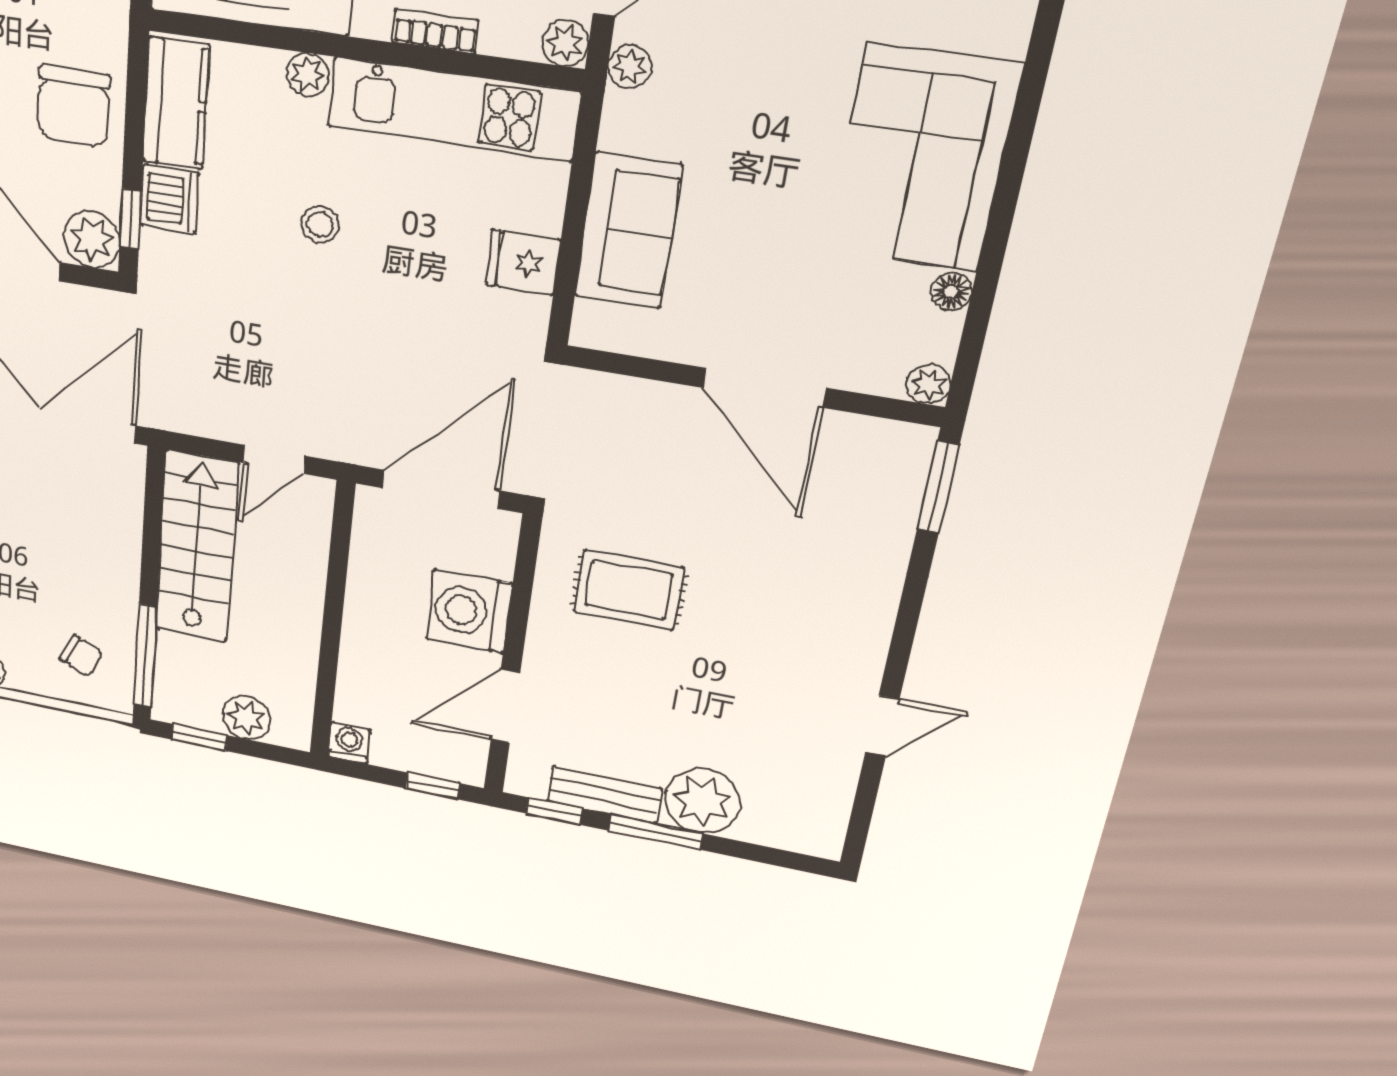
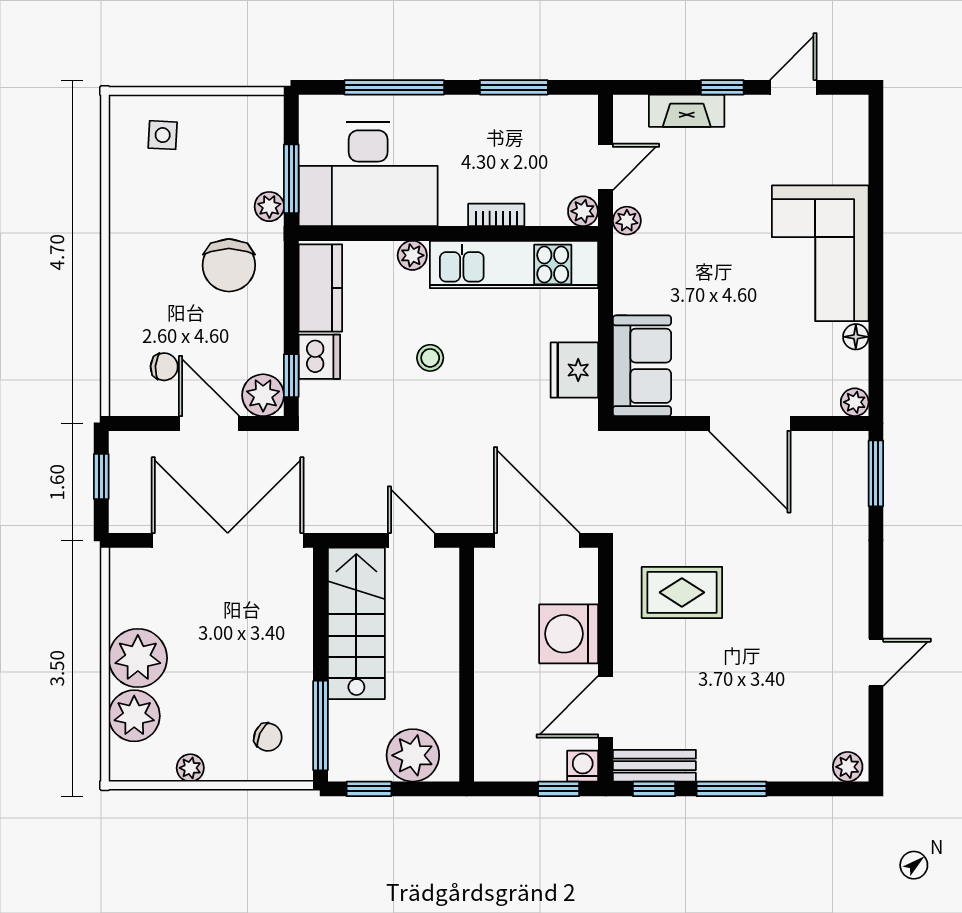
chair: (74, 106) -> (229, 265), moved
sofa: (628, 231) -> (642, 366), moved
fridge: (523, 262) -> (574, 370), width x1.38
door: (274, 459) -> (411, 540), swing flipped
door: (441, 489) -> (537, 540), hinge flipped
plant: (246, 718) -> (413, 755), width x1.36, depth x1.36
washing machine: (349, 743) -> (583, 766), moved
bench: (604, 795) -> (654, 766), moved
plant: (702, 801) -> (848, 767), moved, width x0.53, depth x0.53

